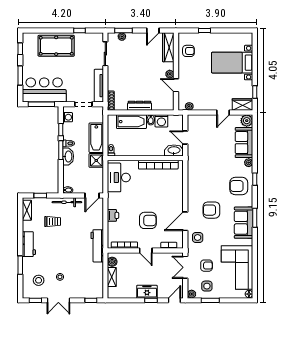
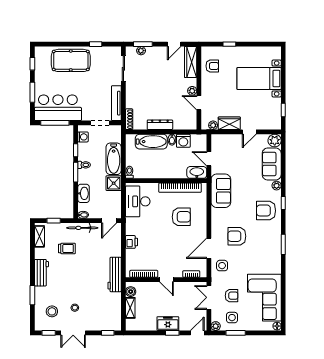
wardrobe: (243, 104) -> (229, 123), moved
washbasin: (68, 156) -> (84, 193), moved
armchair: (148, 220) -> (181, 217), moved
sofa: (244, 223) -> (221, 191), moved, turned 180

